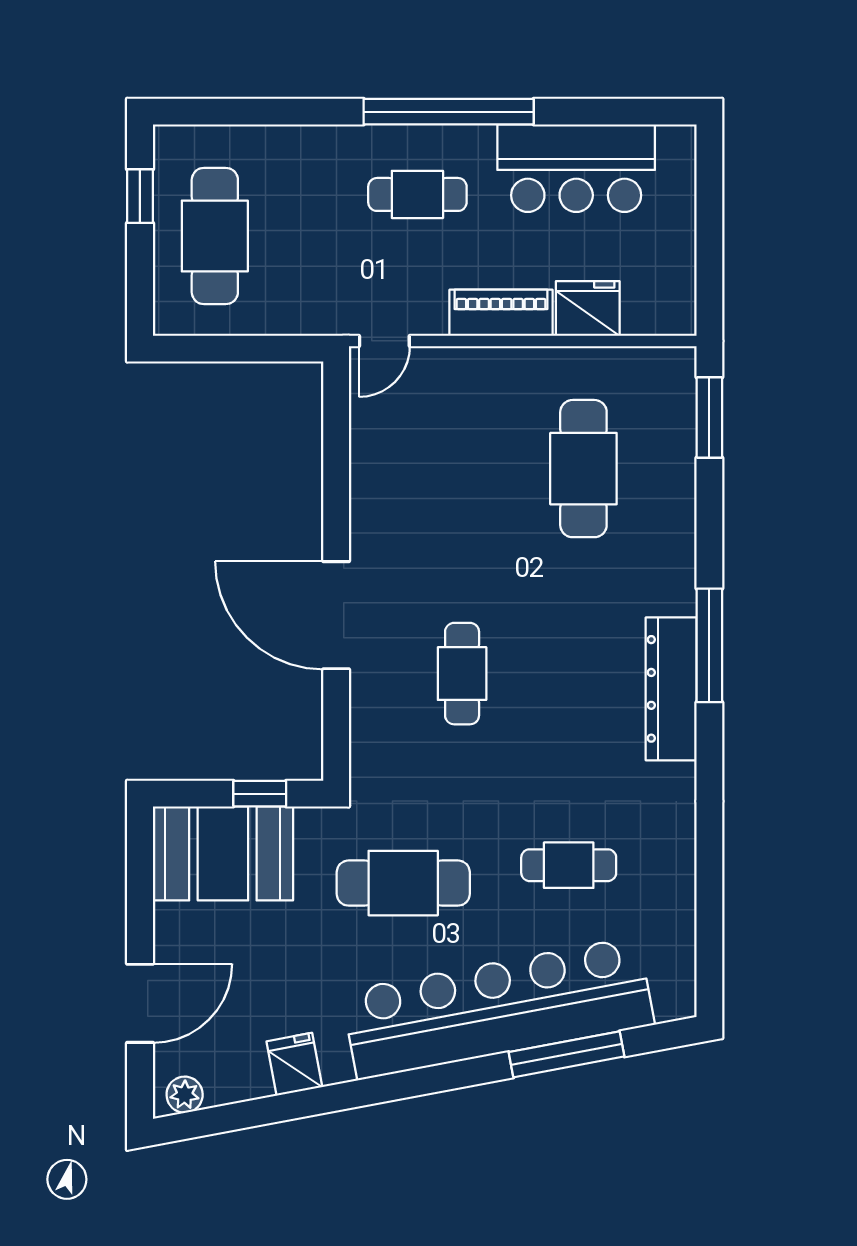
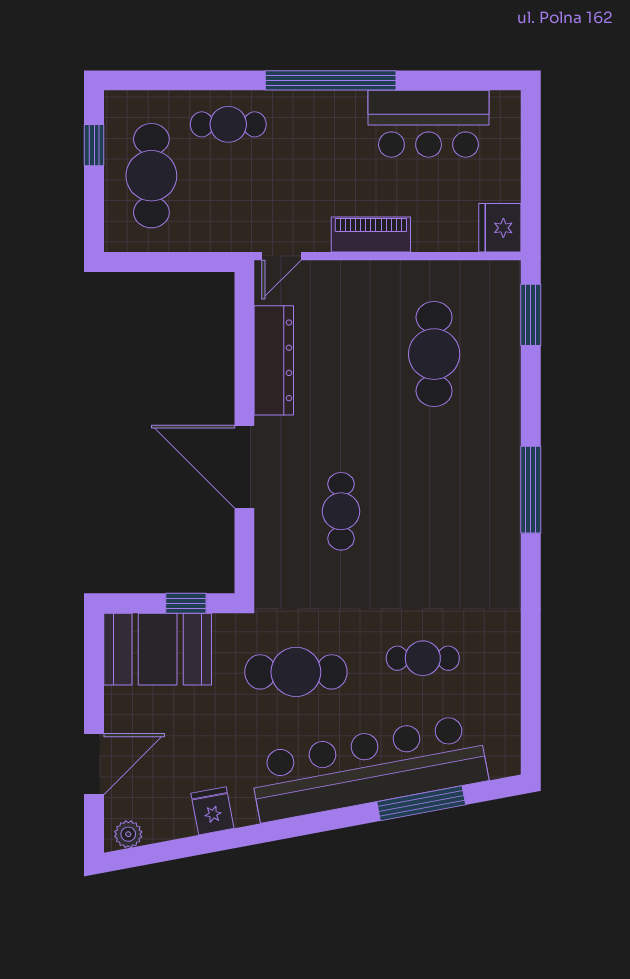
cafe table: (417, 194) -> (228, 124), moved
fridge: (588, 308) -> (500, 228), moved, turned -90
dresser: (671, 689) -> (274, 360), moved, turned 180

